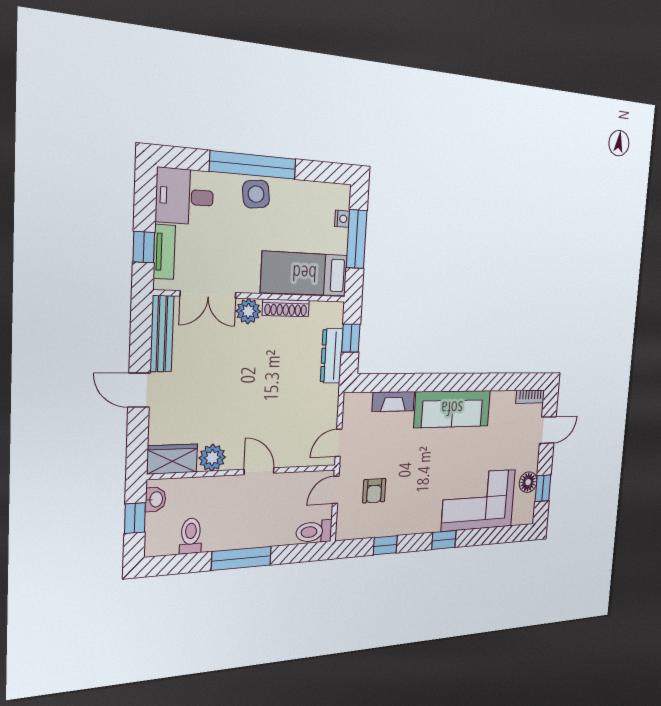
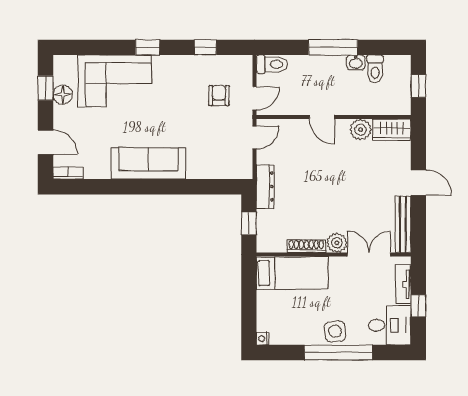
nightstand: (342, 219) -> (263, 338), moved
window: (357, 239) -> (249, 303), removed
window: (144, 247) -> (418, 306), moved
dresser: (332, 356) -> (265, 186), moved
fireplace: (393, 401) -> (206, 171), removed
door: (548, 430) -> (45, 142), swing flipped
washbasin: (156, 499) -> (356, 62), moved, turned -90

